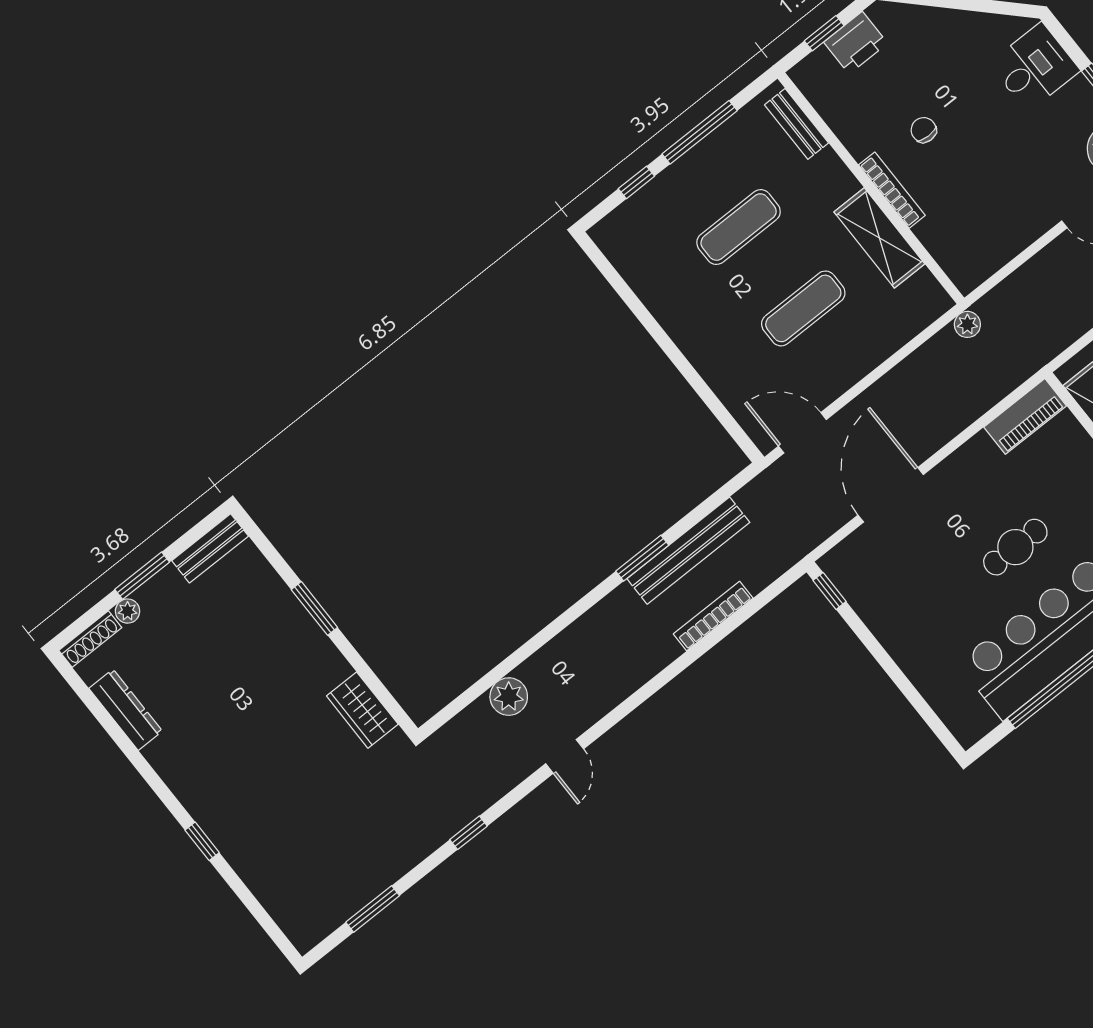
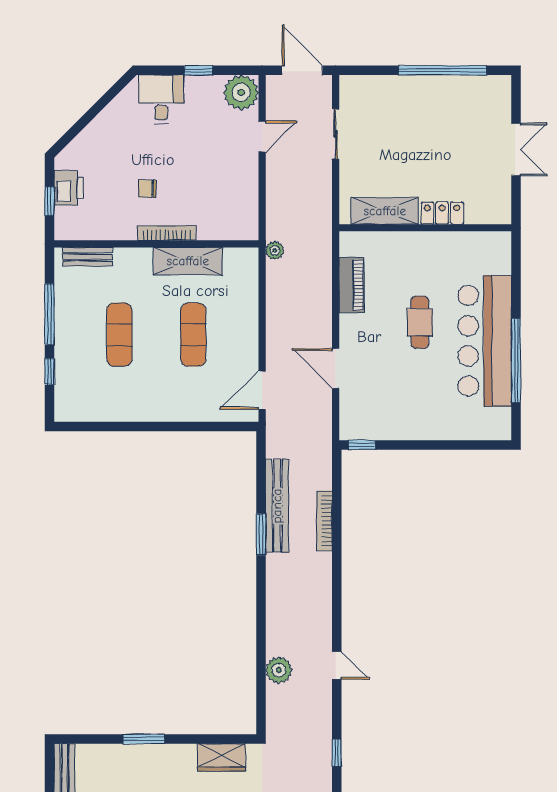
piano: (1025, 416) -> (351, 285), moved
door: (891, 495) -> (336, 368), width x0.73

